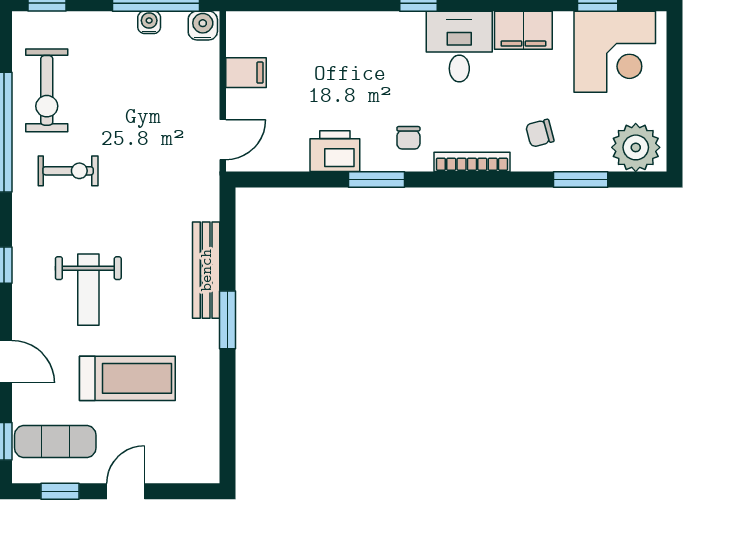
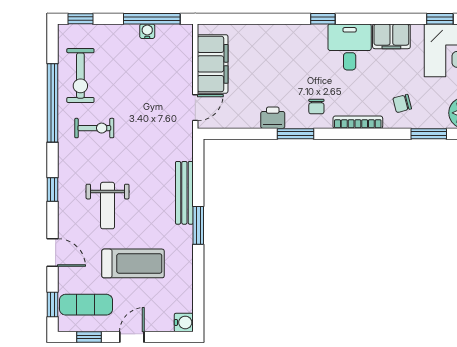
water cooler: (203, 26) -> (184, 322), moved, turned 90
filing cabinet: (246, 73) -> (213, 64), width x3.00, depth x1.17
printer: (335, 151) -> (273, 118), width x0.73, depth x0.81

